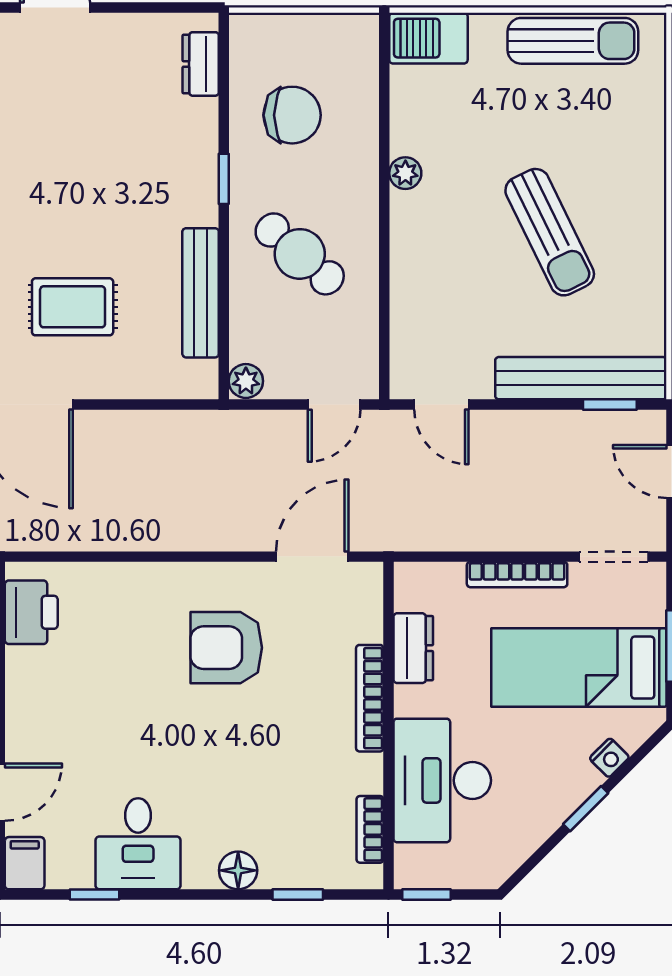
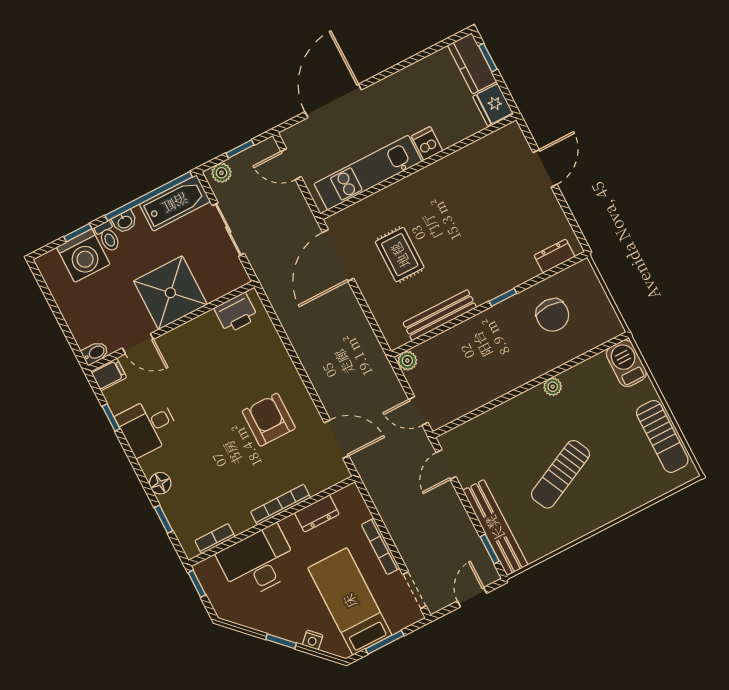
cafe table: (300, 254) -> (485, 355), removed

